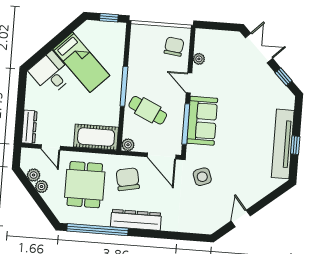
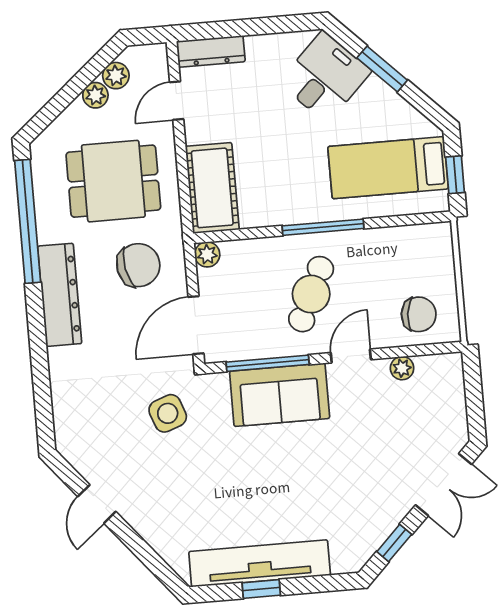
window: (52, 45) -> (382, 69), added
bed: (81, 62) -> (388, 168), moved, turned 45
cafe table: (148, 110) -> (311, 294), moved
door: (241, 218) -> (97, 504), swing flipped

